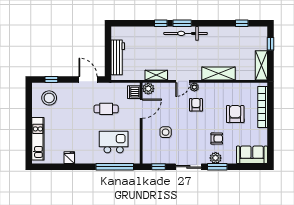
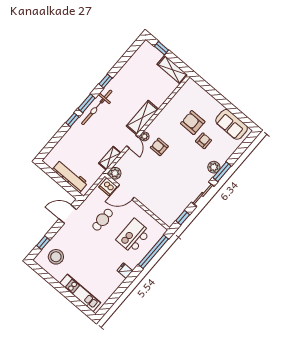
window: (242, 23) -> (106, 81), moved
shelving: (219, 74) -> (142, 118), moved
bookcase: (263, 107) -> (206, 97), removed
door: (141, 109) -> (126, 192), swing flipped
side table: (166, 132) -> (160, 189), removed
armchair: (217, 139) -> (204, 141), moved
sofa: (252, 155) -> (232, 124), moved, turned -90
fridge: (69, 158) -> (125, 271), moved

